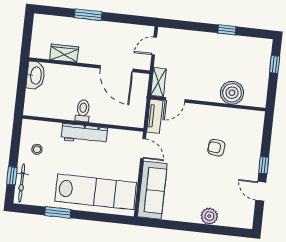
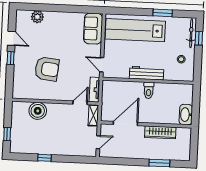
window: (88, 15) -> (159, 163), moved
wardrobe: (64, 53) -> (160, 132), width x1.50
door: (116, 69) -> (125, 123), hinge flipped
armchair: (216, 148) -> (47, 69), width x1.88, depth x1.88
sofa: (152, 190) -> (93, 29), width x0.73
plant: (209, 216) -> (37, 17), moved

